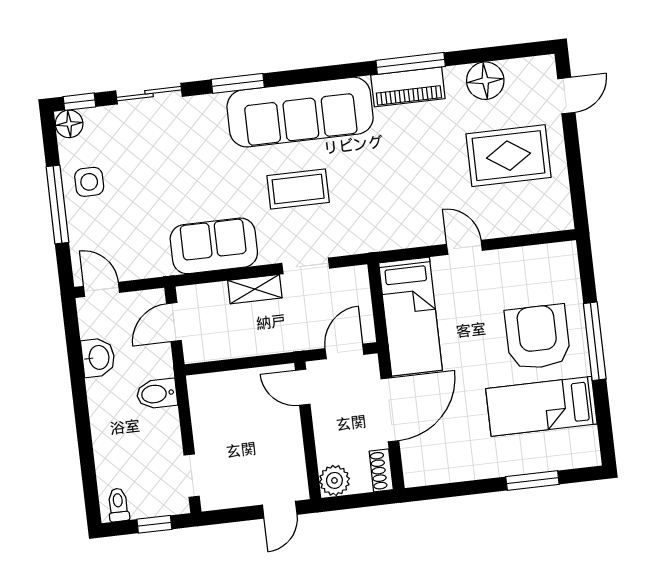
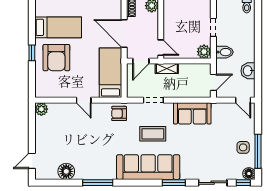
piano: (408, 87) -> (100, 173), removed
rug: (508, 156) -> (60, 138), removed
window: (57, 205) -> (258, 151), moved
plant: (558, 216) -> (41, 109), added
armchair: (380, 226) -> (119, 113), added
shelving: (255, 289) -> (167, 69), moved
window: (595, 341) -> (32, 53), width x0.46
plant: (203, 389) -> (204, 52), added
door: (390, 410) -> (124, 33), hinge flipped
doorway: (192, 476) -> (213, 27), moved

